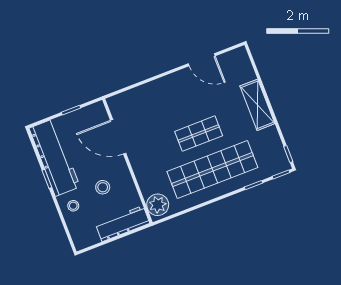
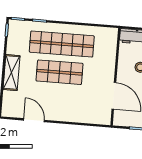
shop shelf: (199, 134) -> (60, 72), width x1.43, depth x1.36
plant: (158, 205) -> (109, 38), removed

